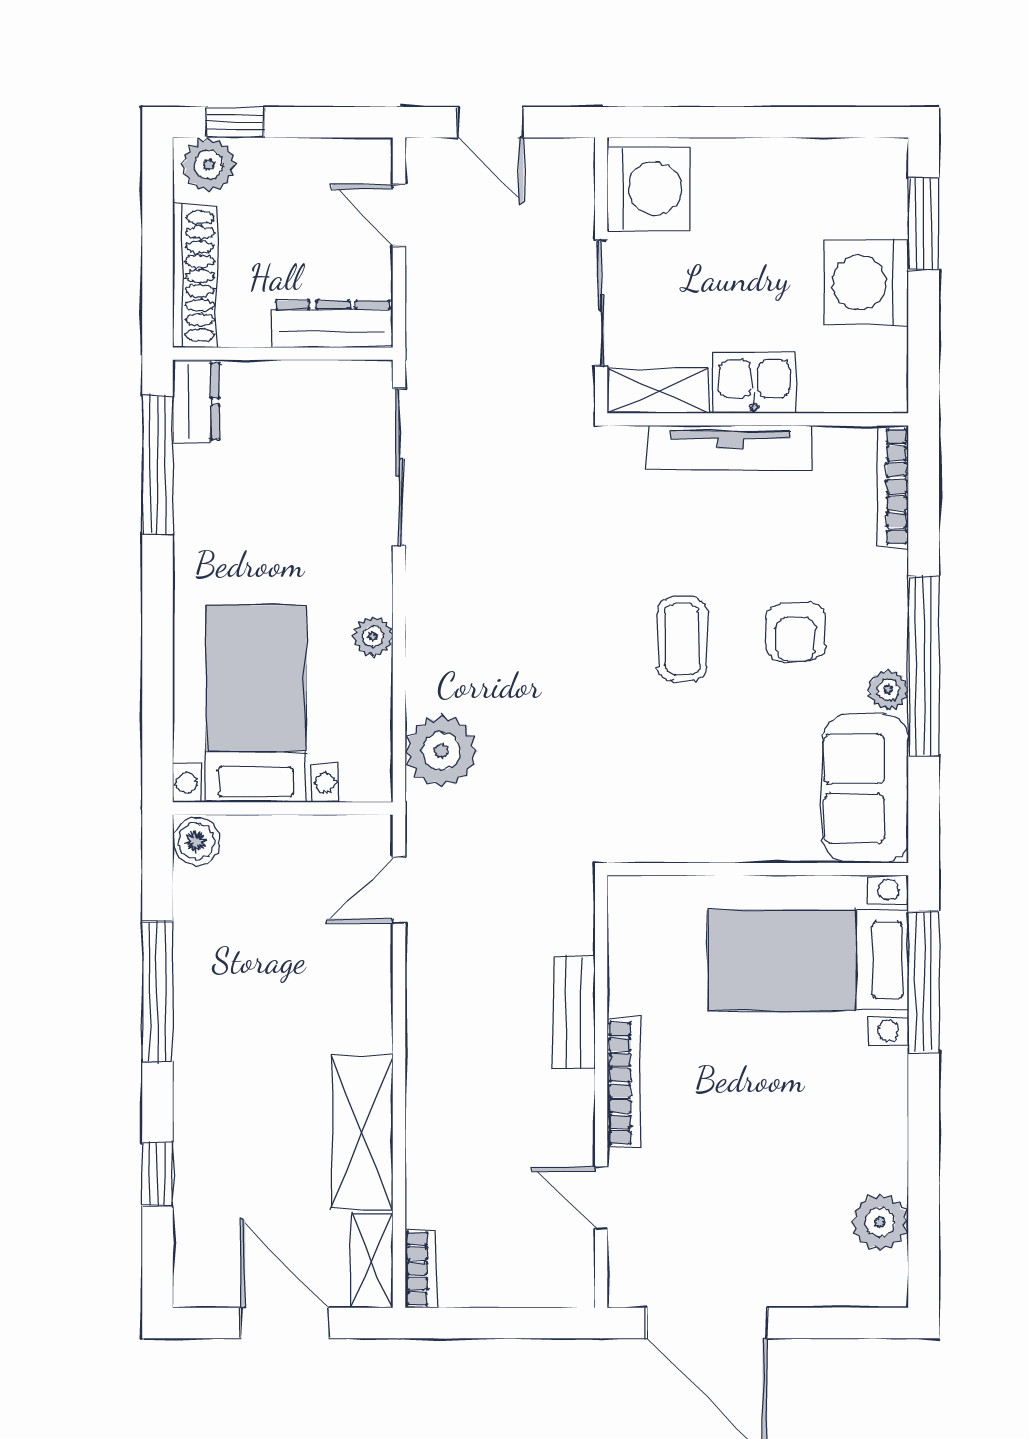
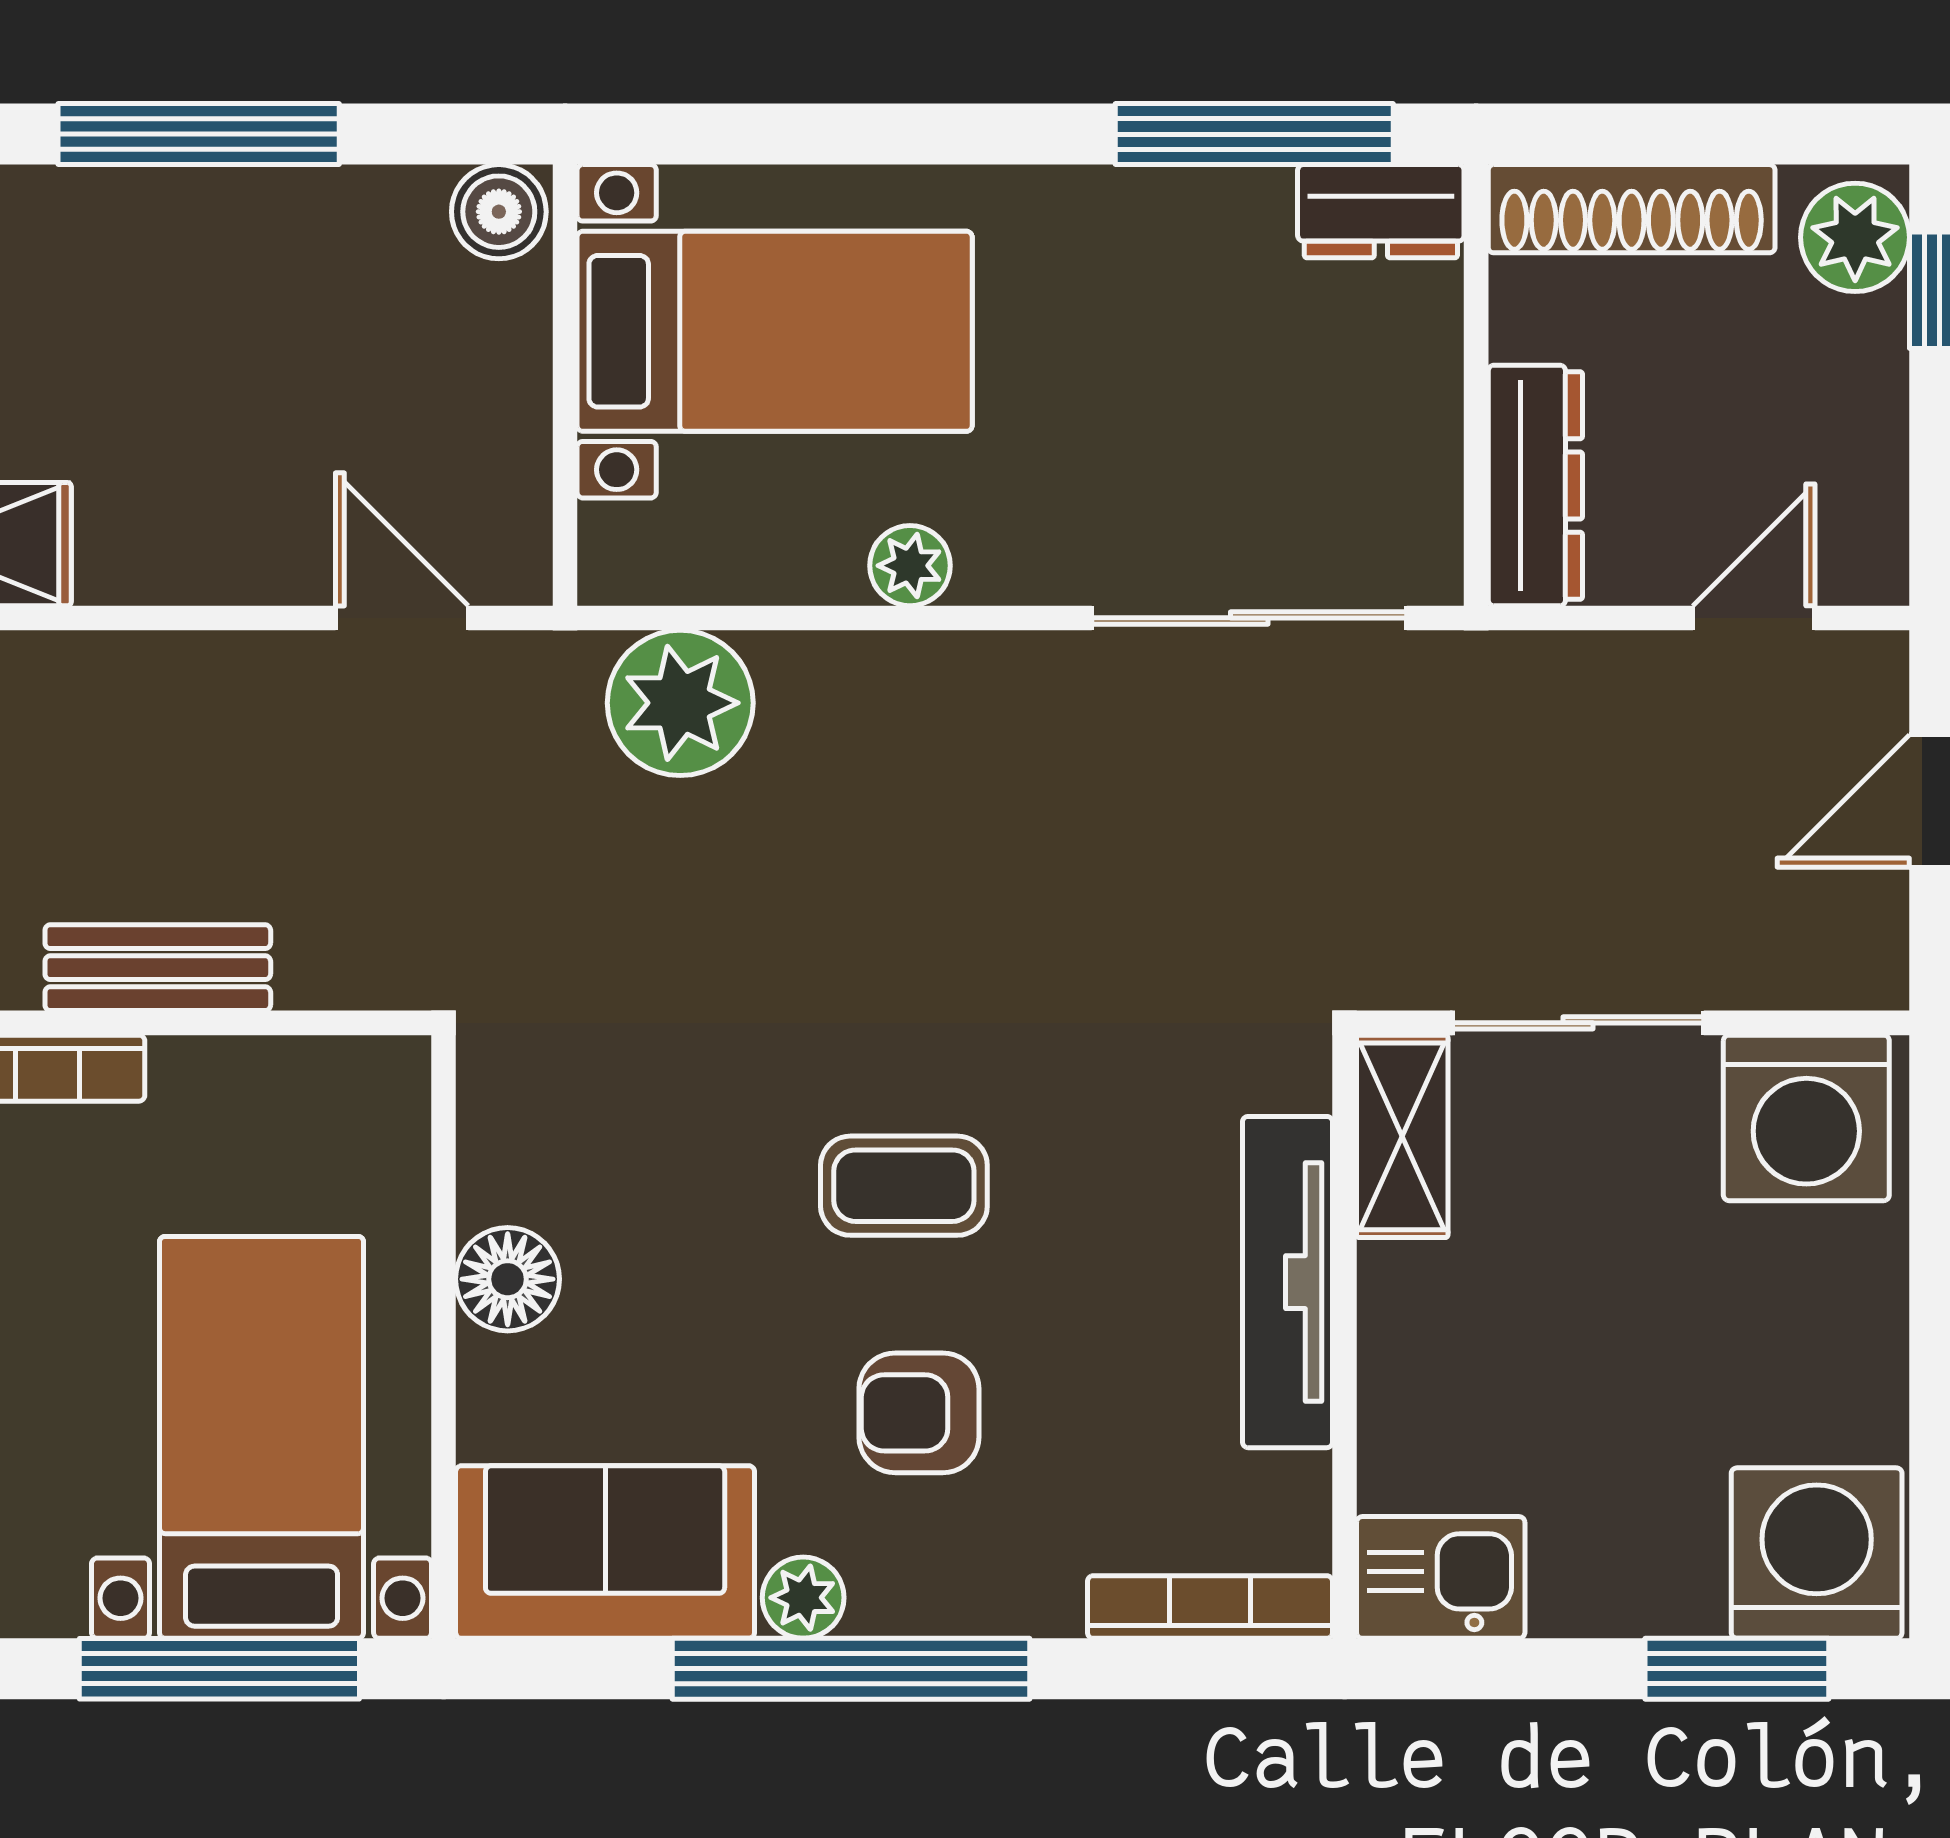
washing machine: (866, 283) -> (1817, 1553), moved
kitchen sink: (754, 383) -> (1441, 1577), moved, turned -90
floor lamp: (729, 837) -> (508, 1279), added

